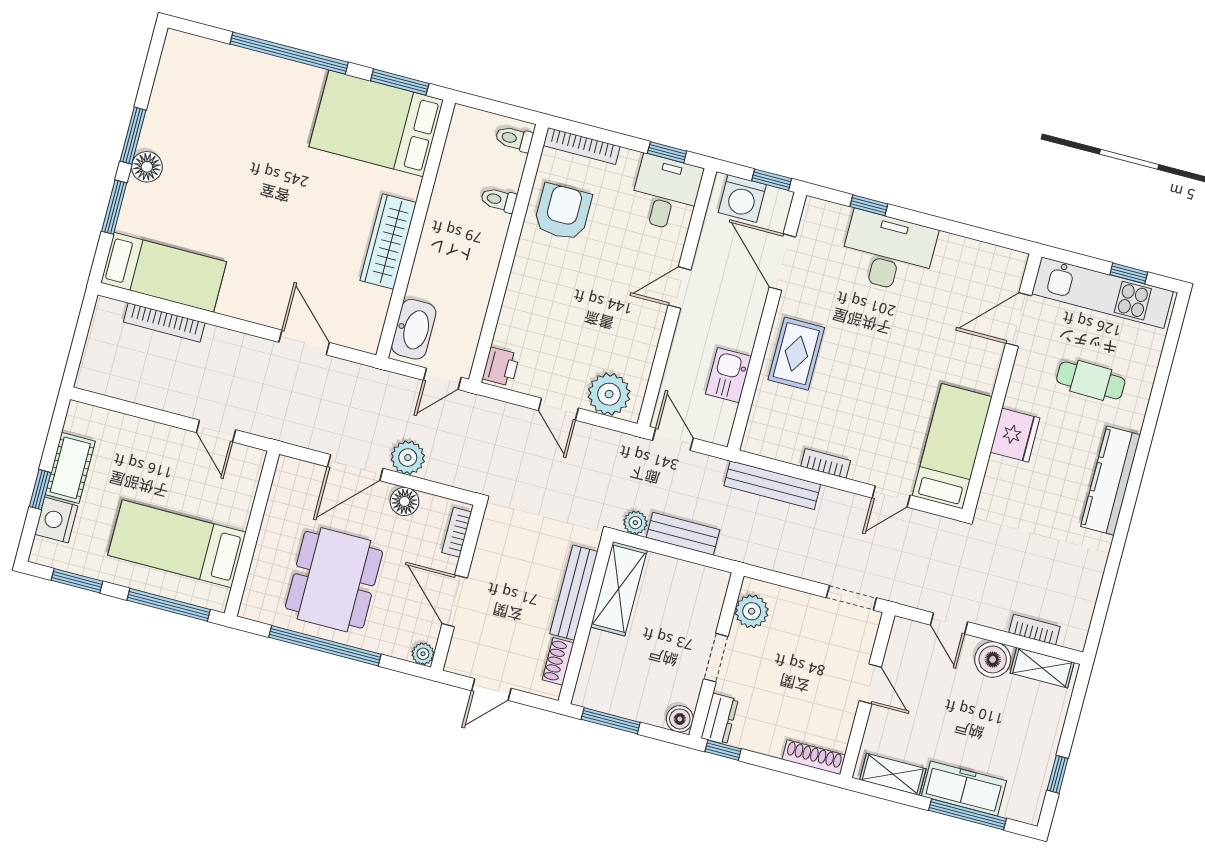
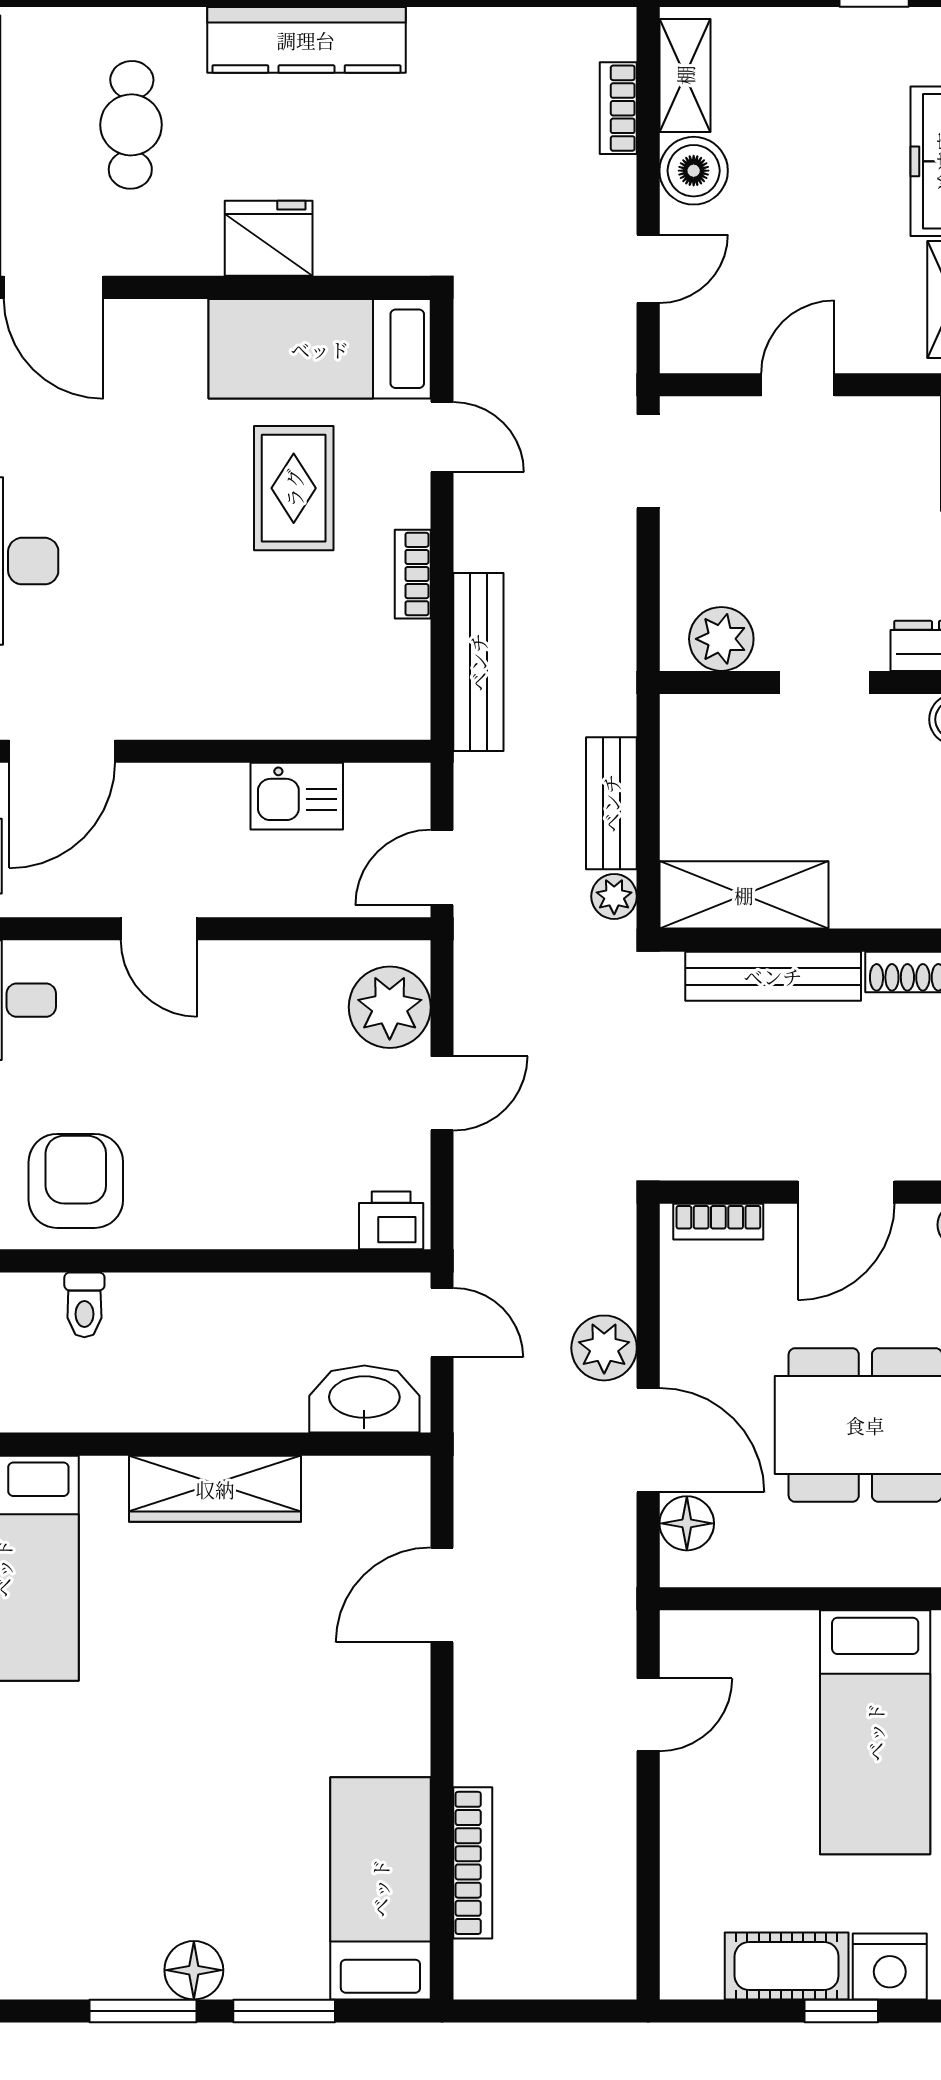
armchair: (563, 212) -> (76, 1181), turned 90
rug: (796, 354) -> (294, 488), moved, turned 90
floor lamp: (405, 501) -> (687, 1523), moved

